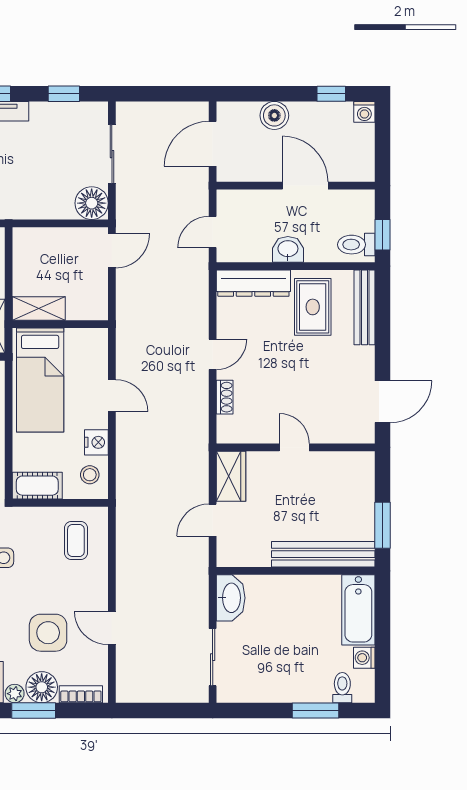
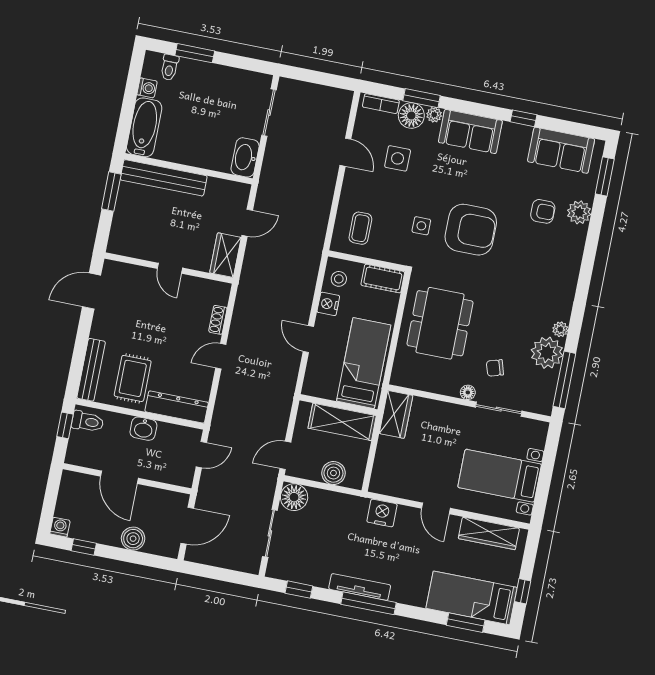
boiler: (50, 241) -> (333, 473), added
shelving: (39, 308) -> (342, 422), width x1.50, depth x1.33
side table: (48, 633) -> (398, 158), width x0.73, depth x0.73

